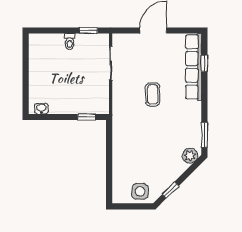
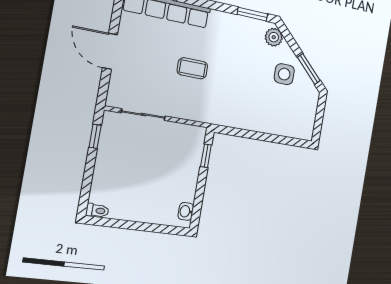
toilet: (70, 42) -> (97, 211), moved
window: (170, 190) -> (309, 69), width x1.50
side table: (140, 192) -> (284, 74), moved

